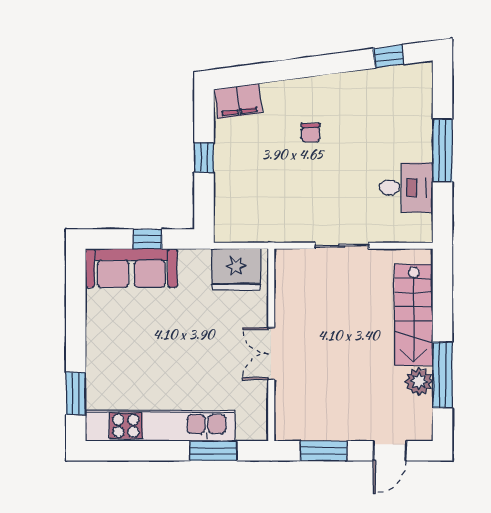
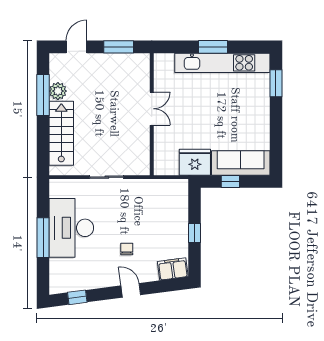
door: (304, 68) -> (131, 290), added
desk: (406, 188) -> (71, 228), width x1.87, depth x1.30
fridge: (236, 269) -> (195, 162), moved
window: (213, 451) -> (213, 47), moved

